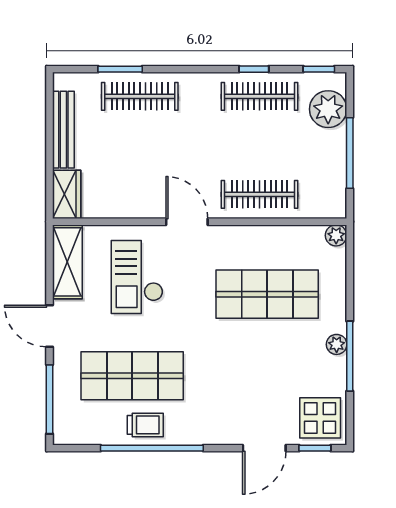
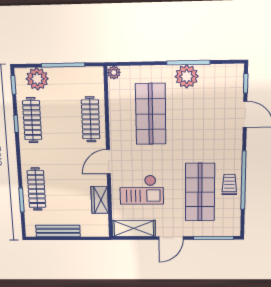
wardrobe: (67, 194) -> (100, 200), moved, turned -90
plant: (337, 344) -> (187, 76), width x1.88, depth x1.88
display table: (320, 418) -> (227, 80), removed

